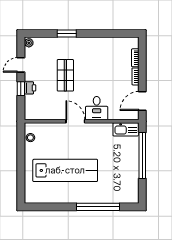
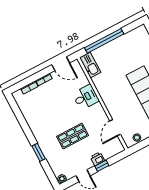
door: (75, 121) -> (115, 128), moved

